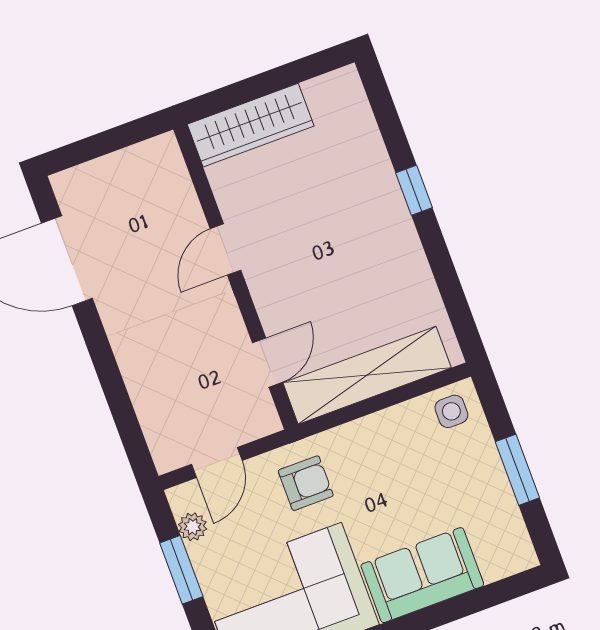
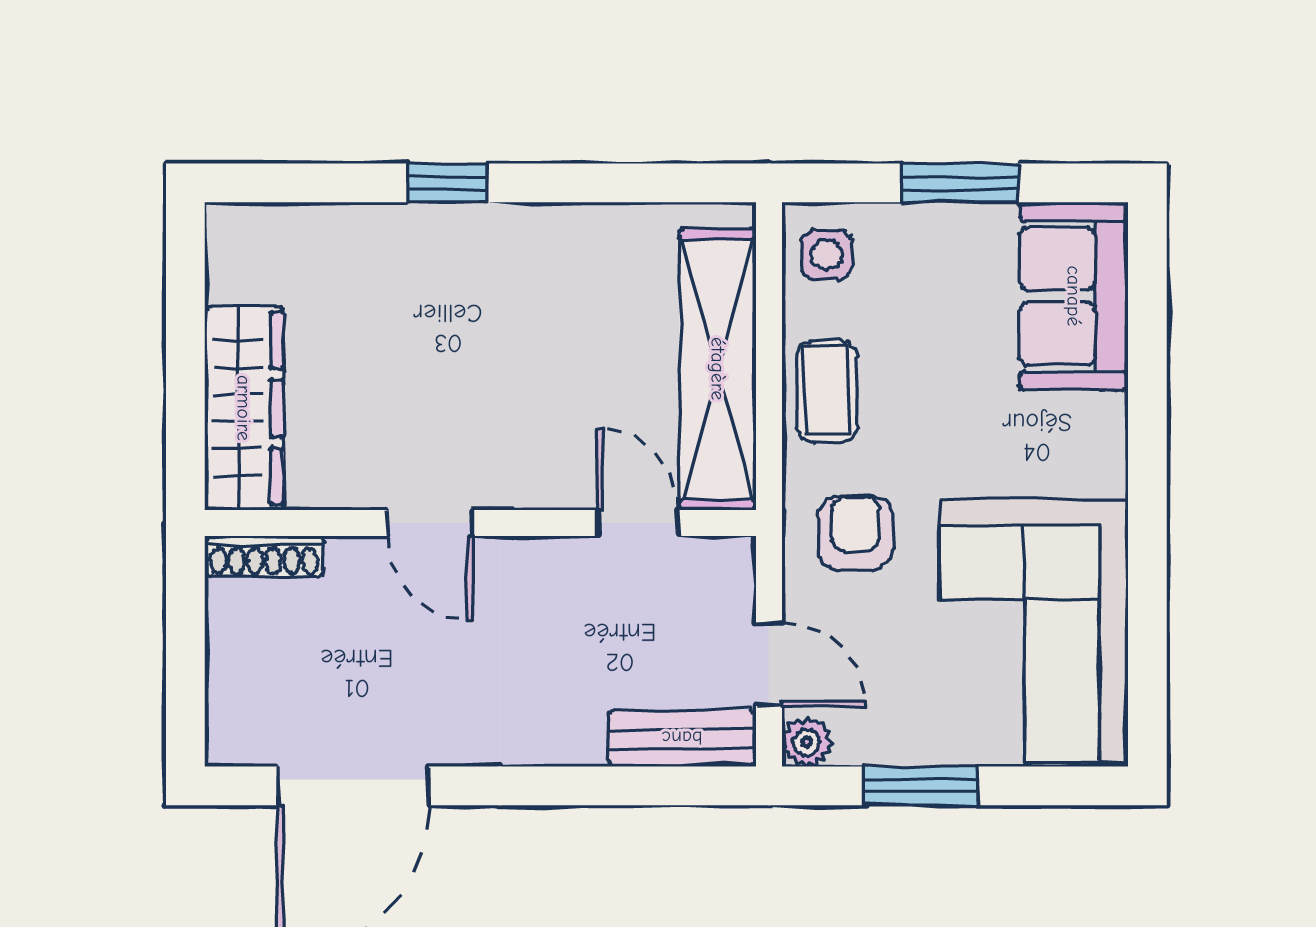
shoe rack: (174, 166) -> (264, 556), added
bench: (159, 430) -> (682, 738), added
coffee table: (377, 439) -> (827, 391), added
plant: (193, 527) -> (807, 742), moved
sofa: (422, 575) -> (1074, 296), moved

